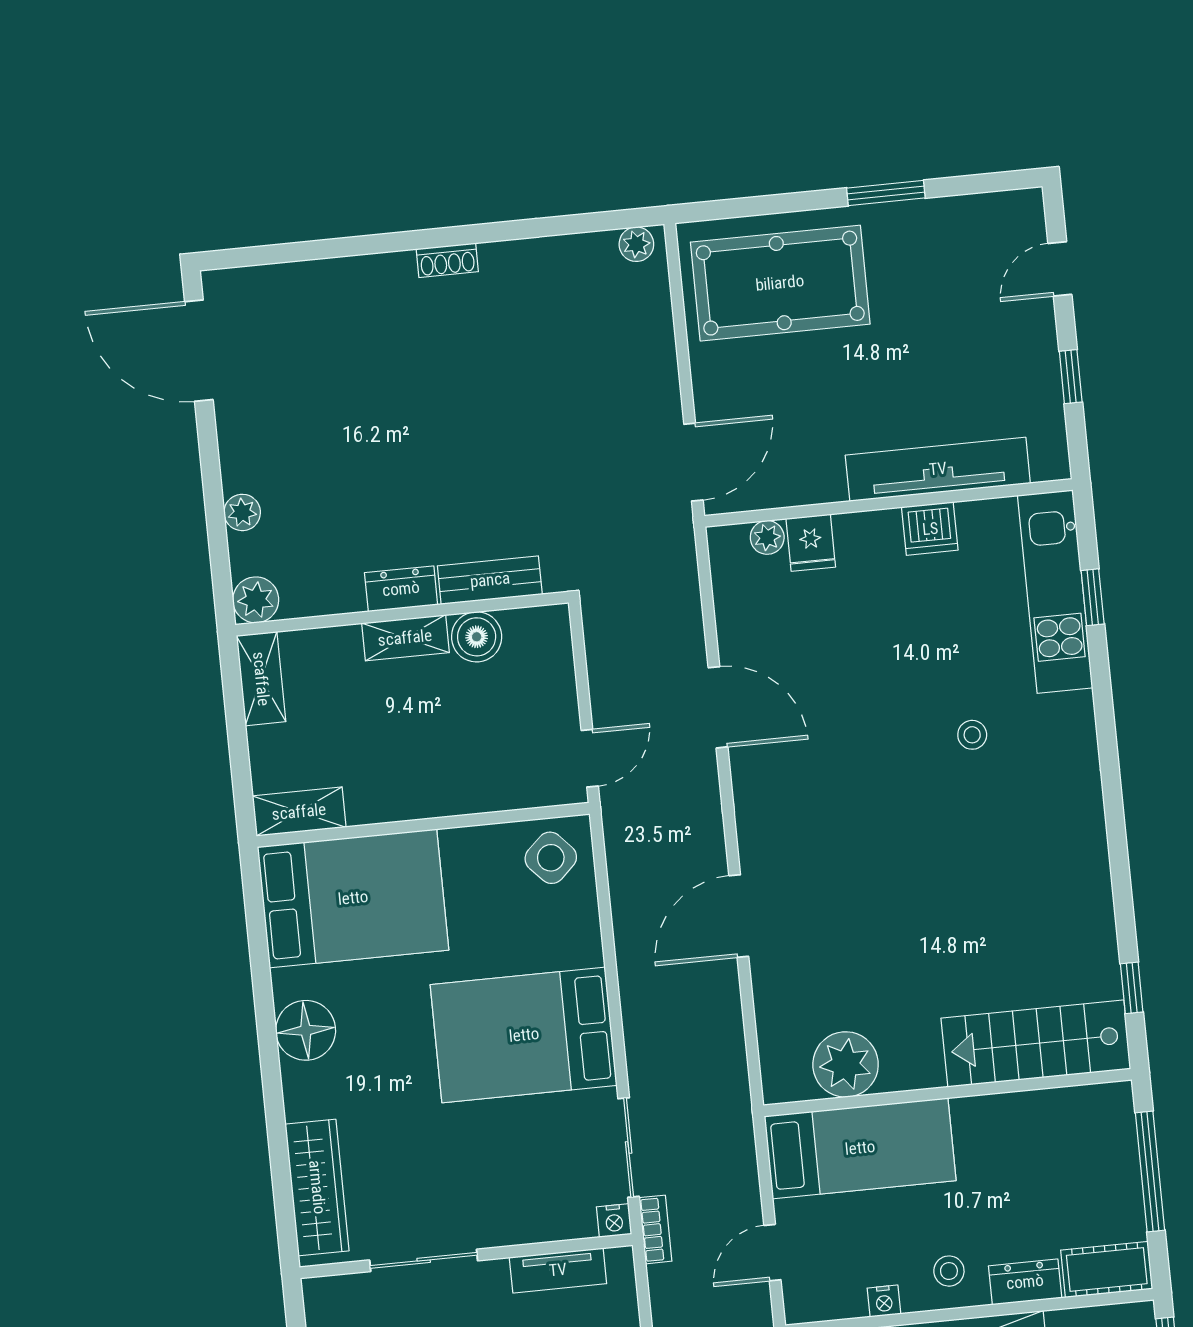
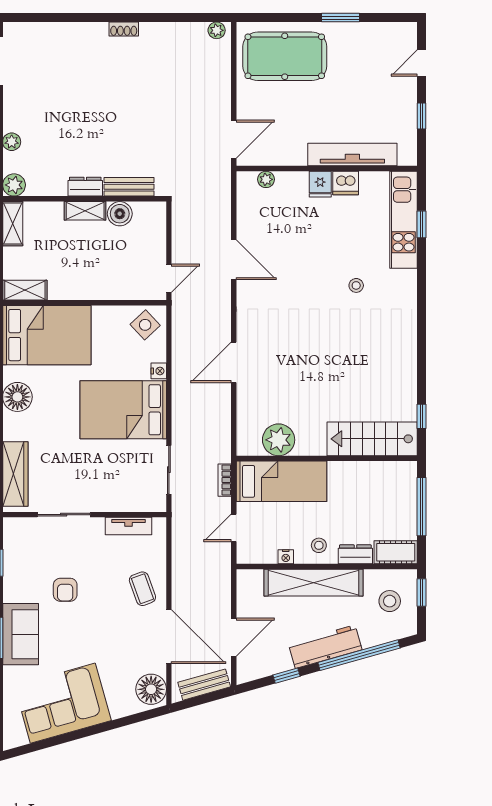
fridge: (811, 543) -> (320, 184), moved
nightstand: (614, 1221) -> (159, 371), moved, turned -90
bookcase: (655, 1229) -> (225, 480), moved, turned 180

